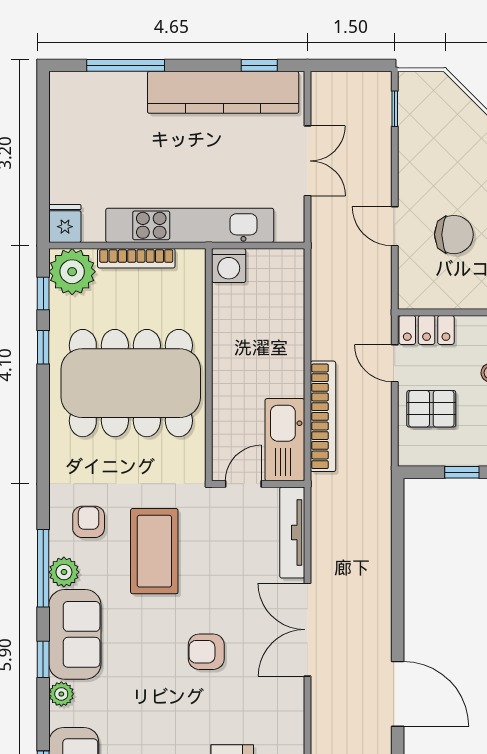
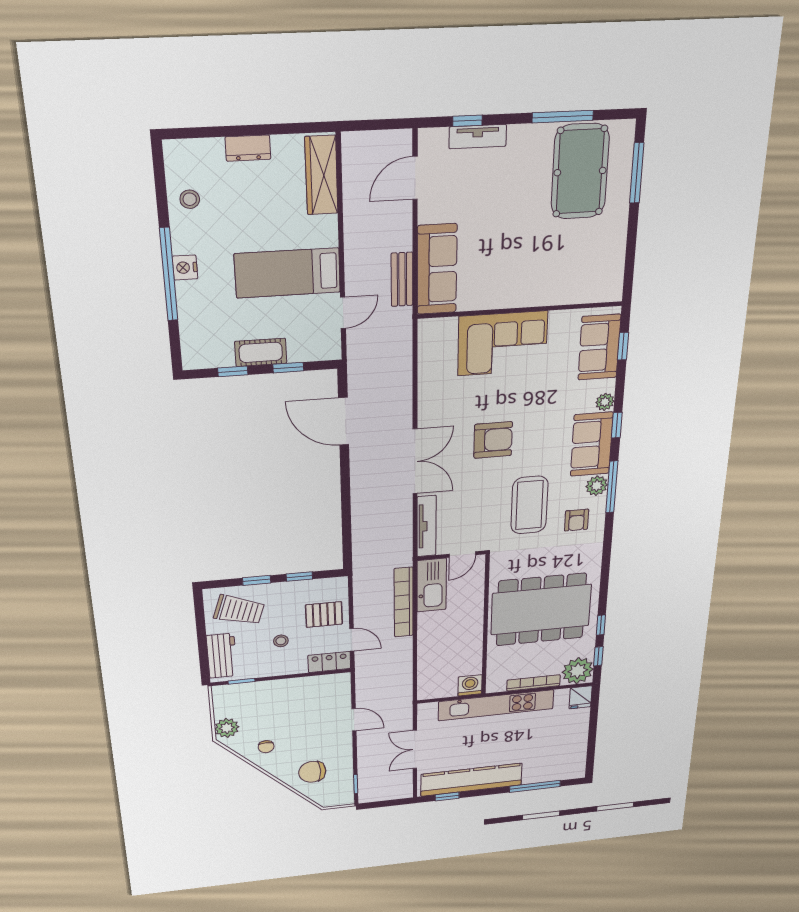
chair: (454, 235) -> (312, 772), moved
armchair: (206, 652) -> (493, 440), width x1.38, depth x1.38

